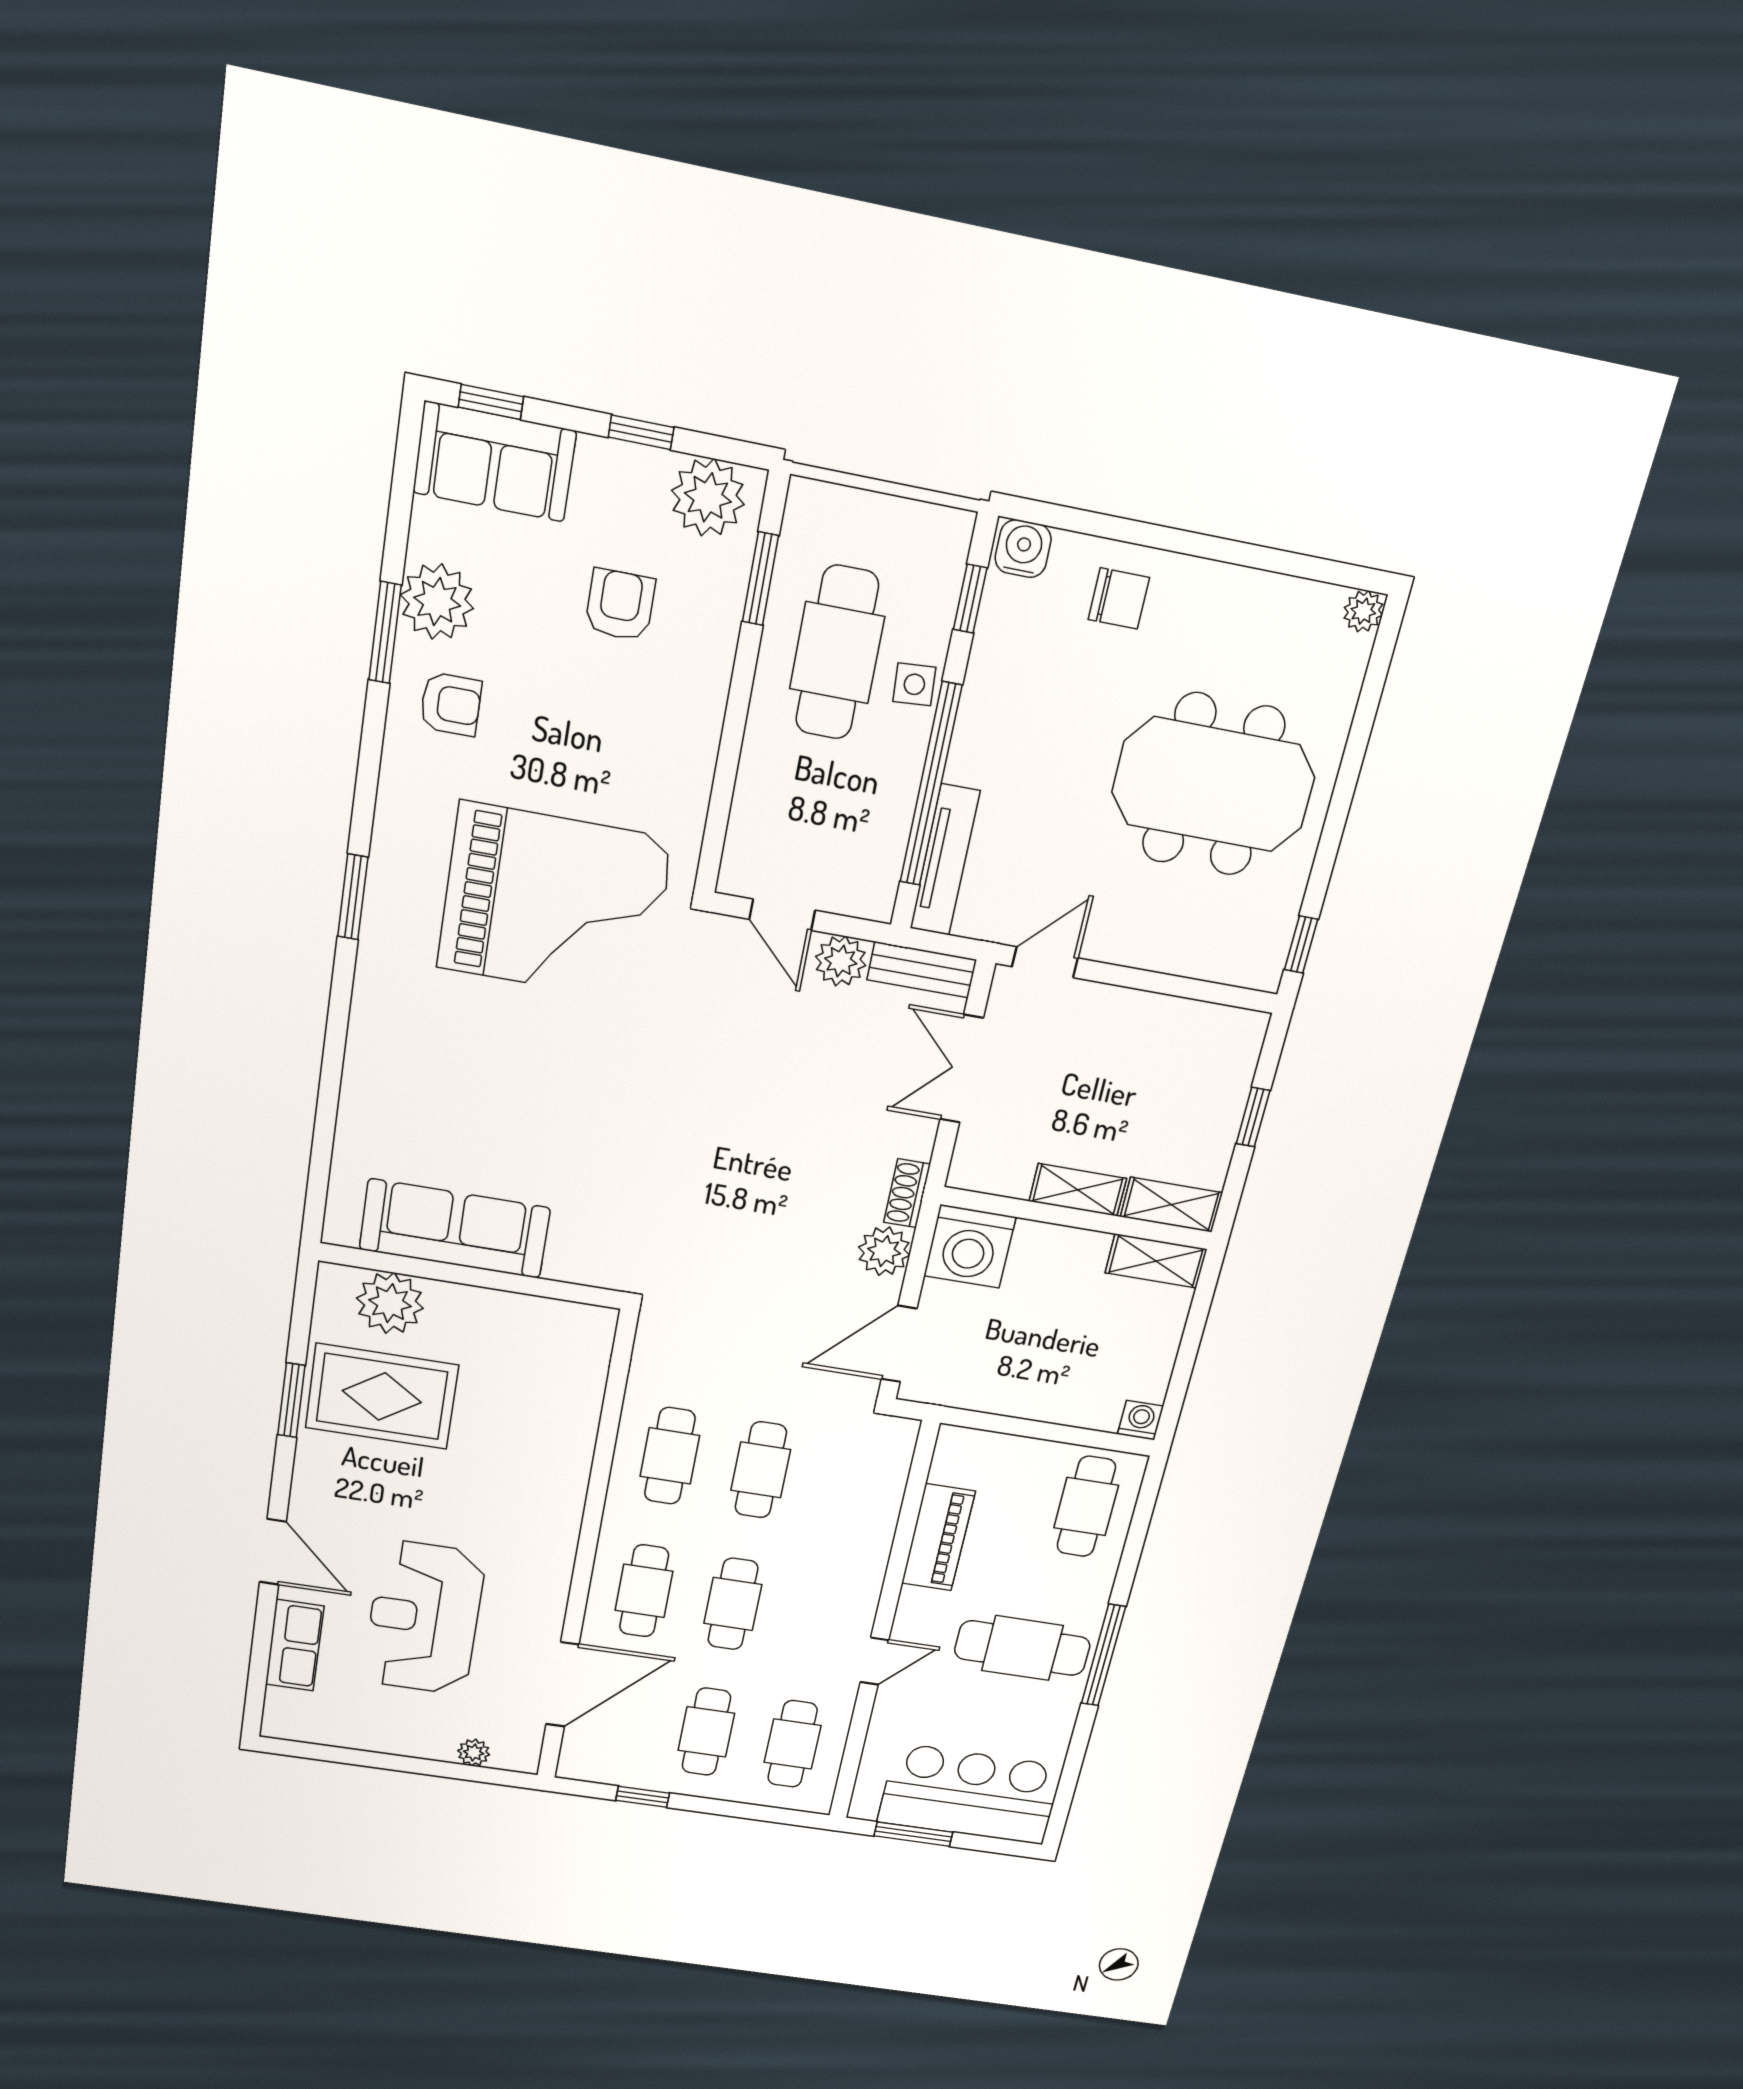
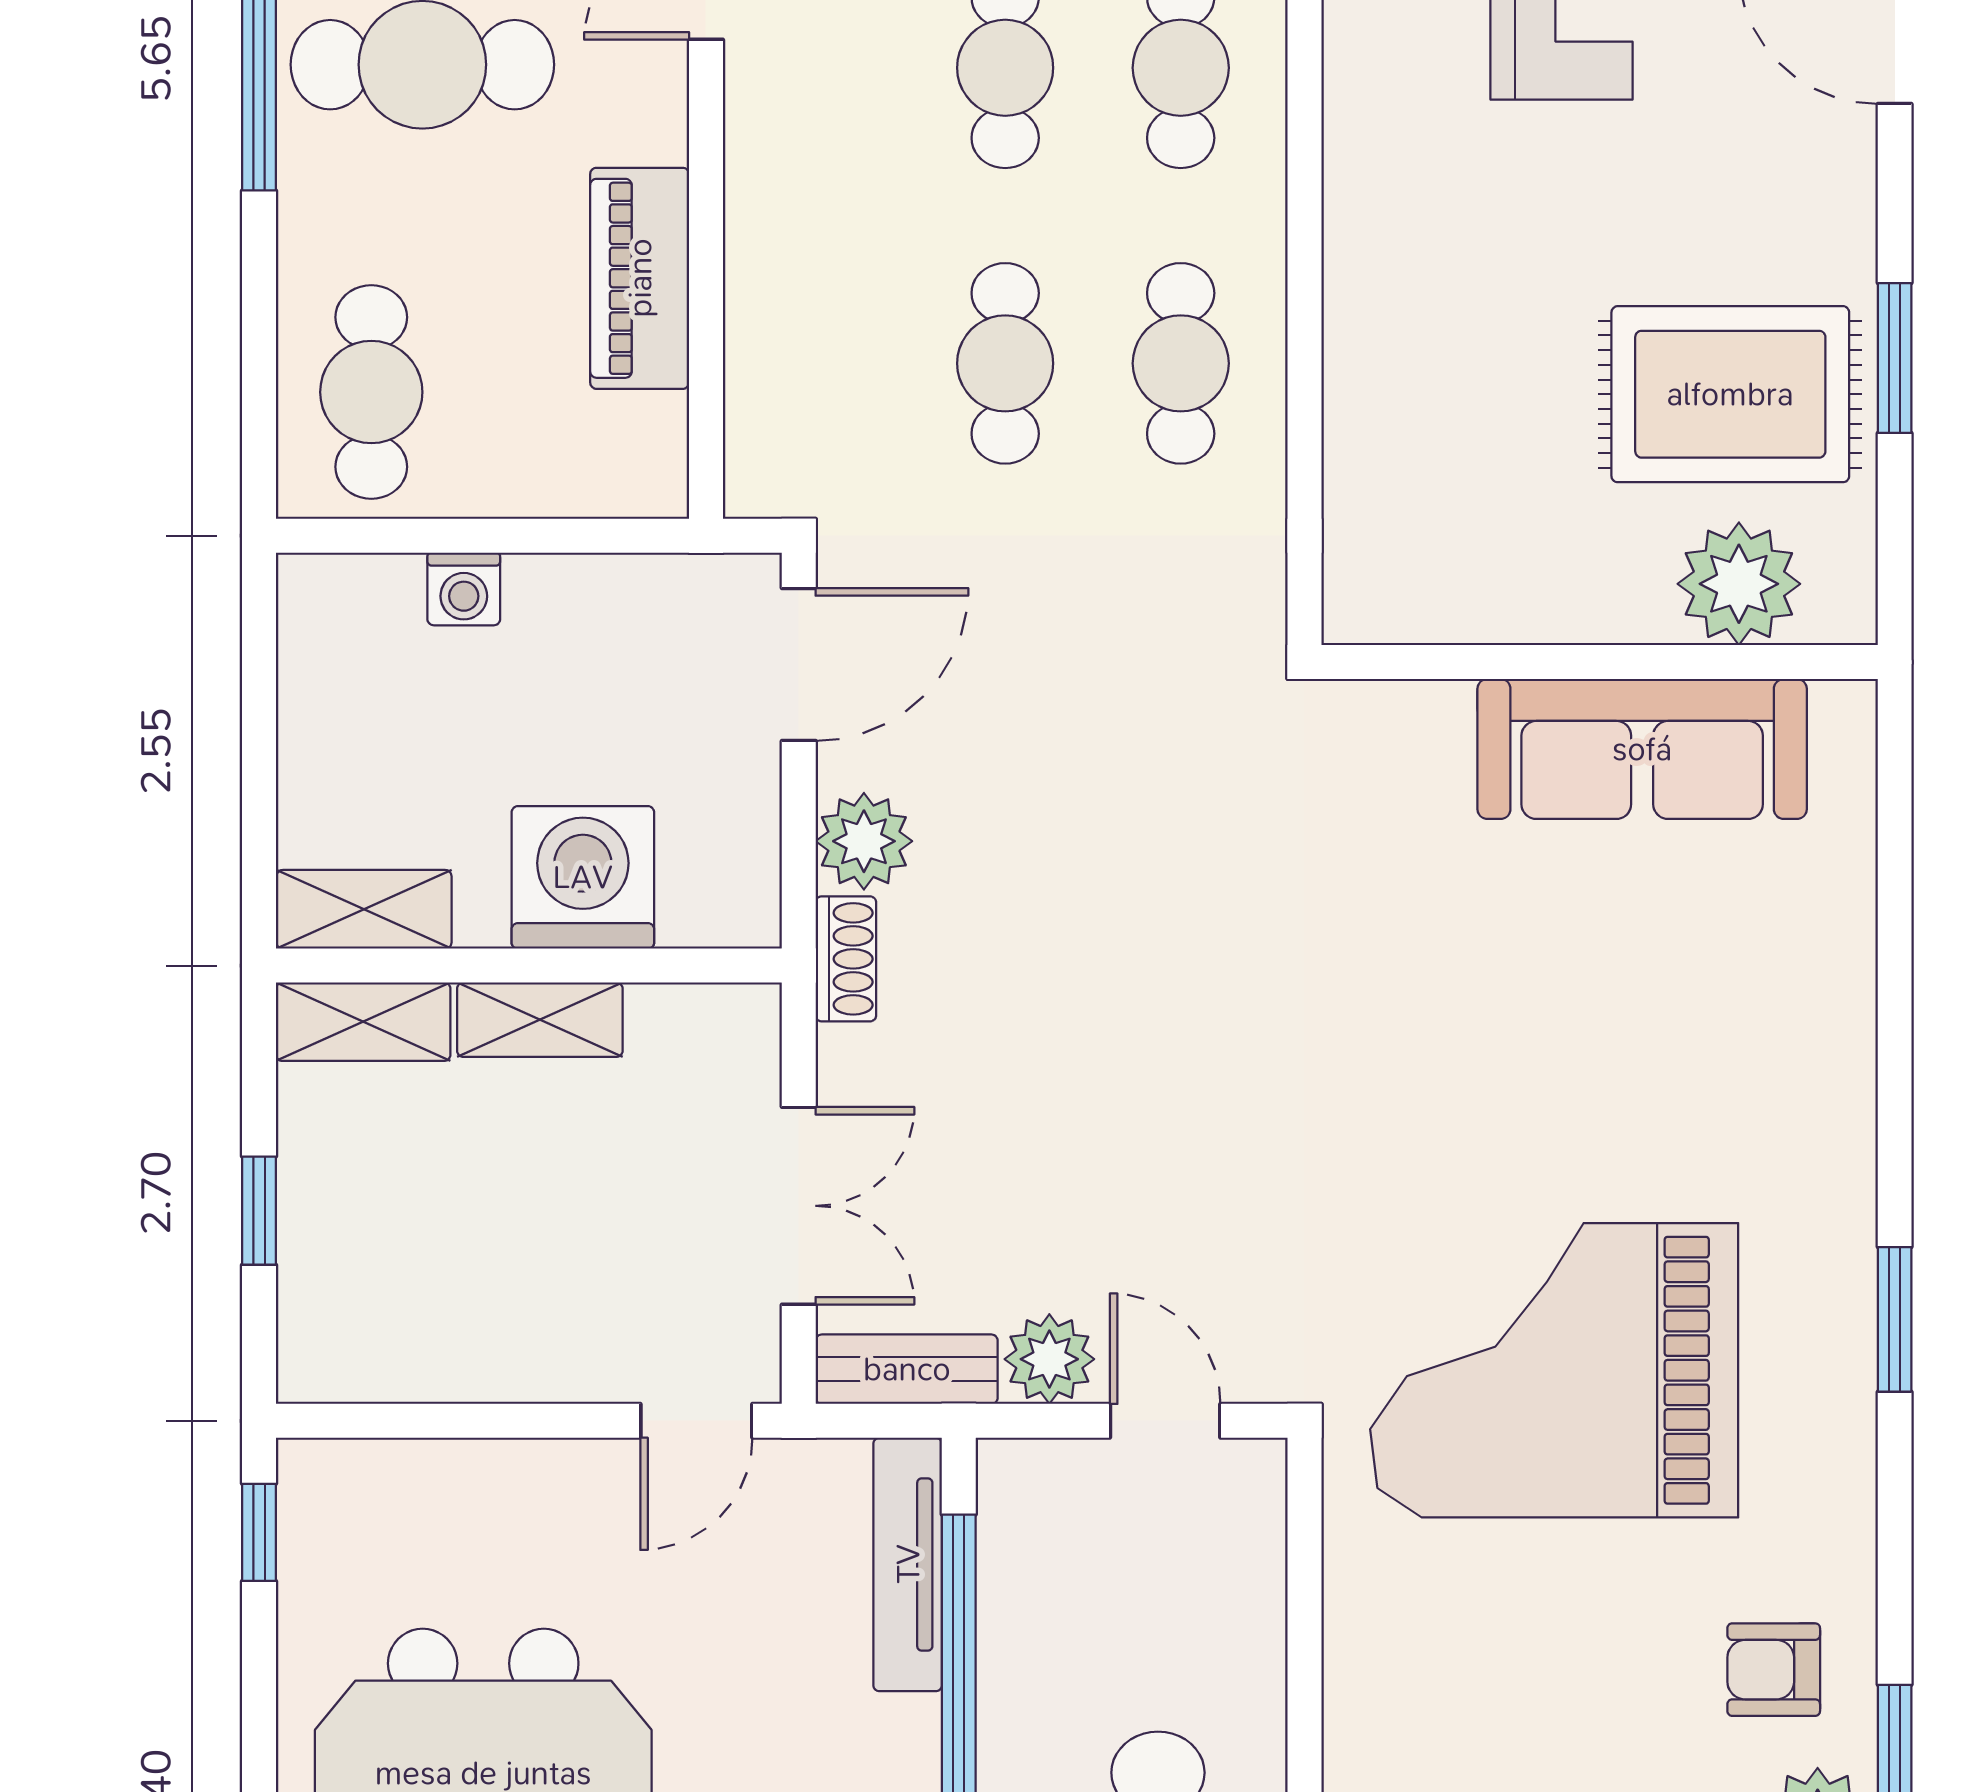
washing machine: (970, 1247) -> (583, 877), moved
washing machine: (1141, 1420) -> (464, 589), moved

